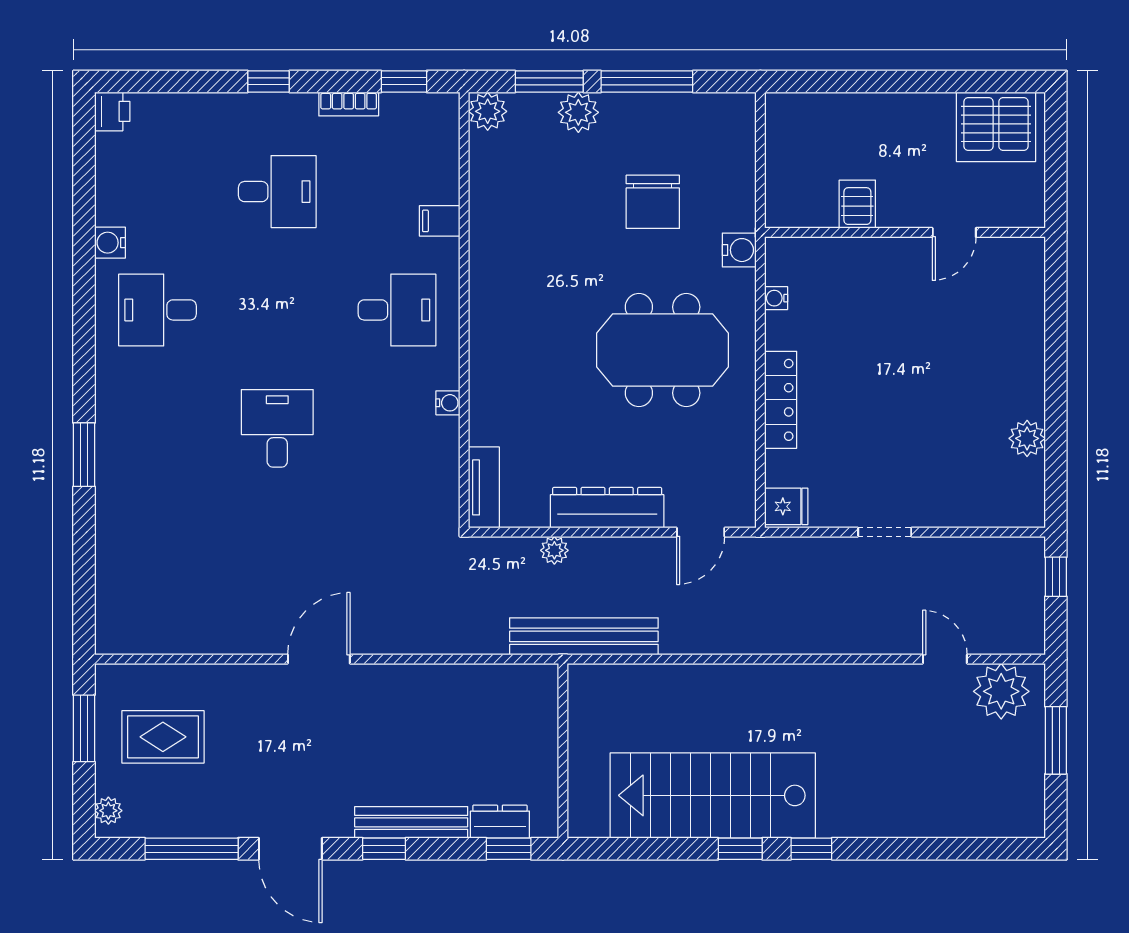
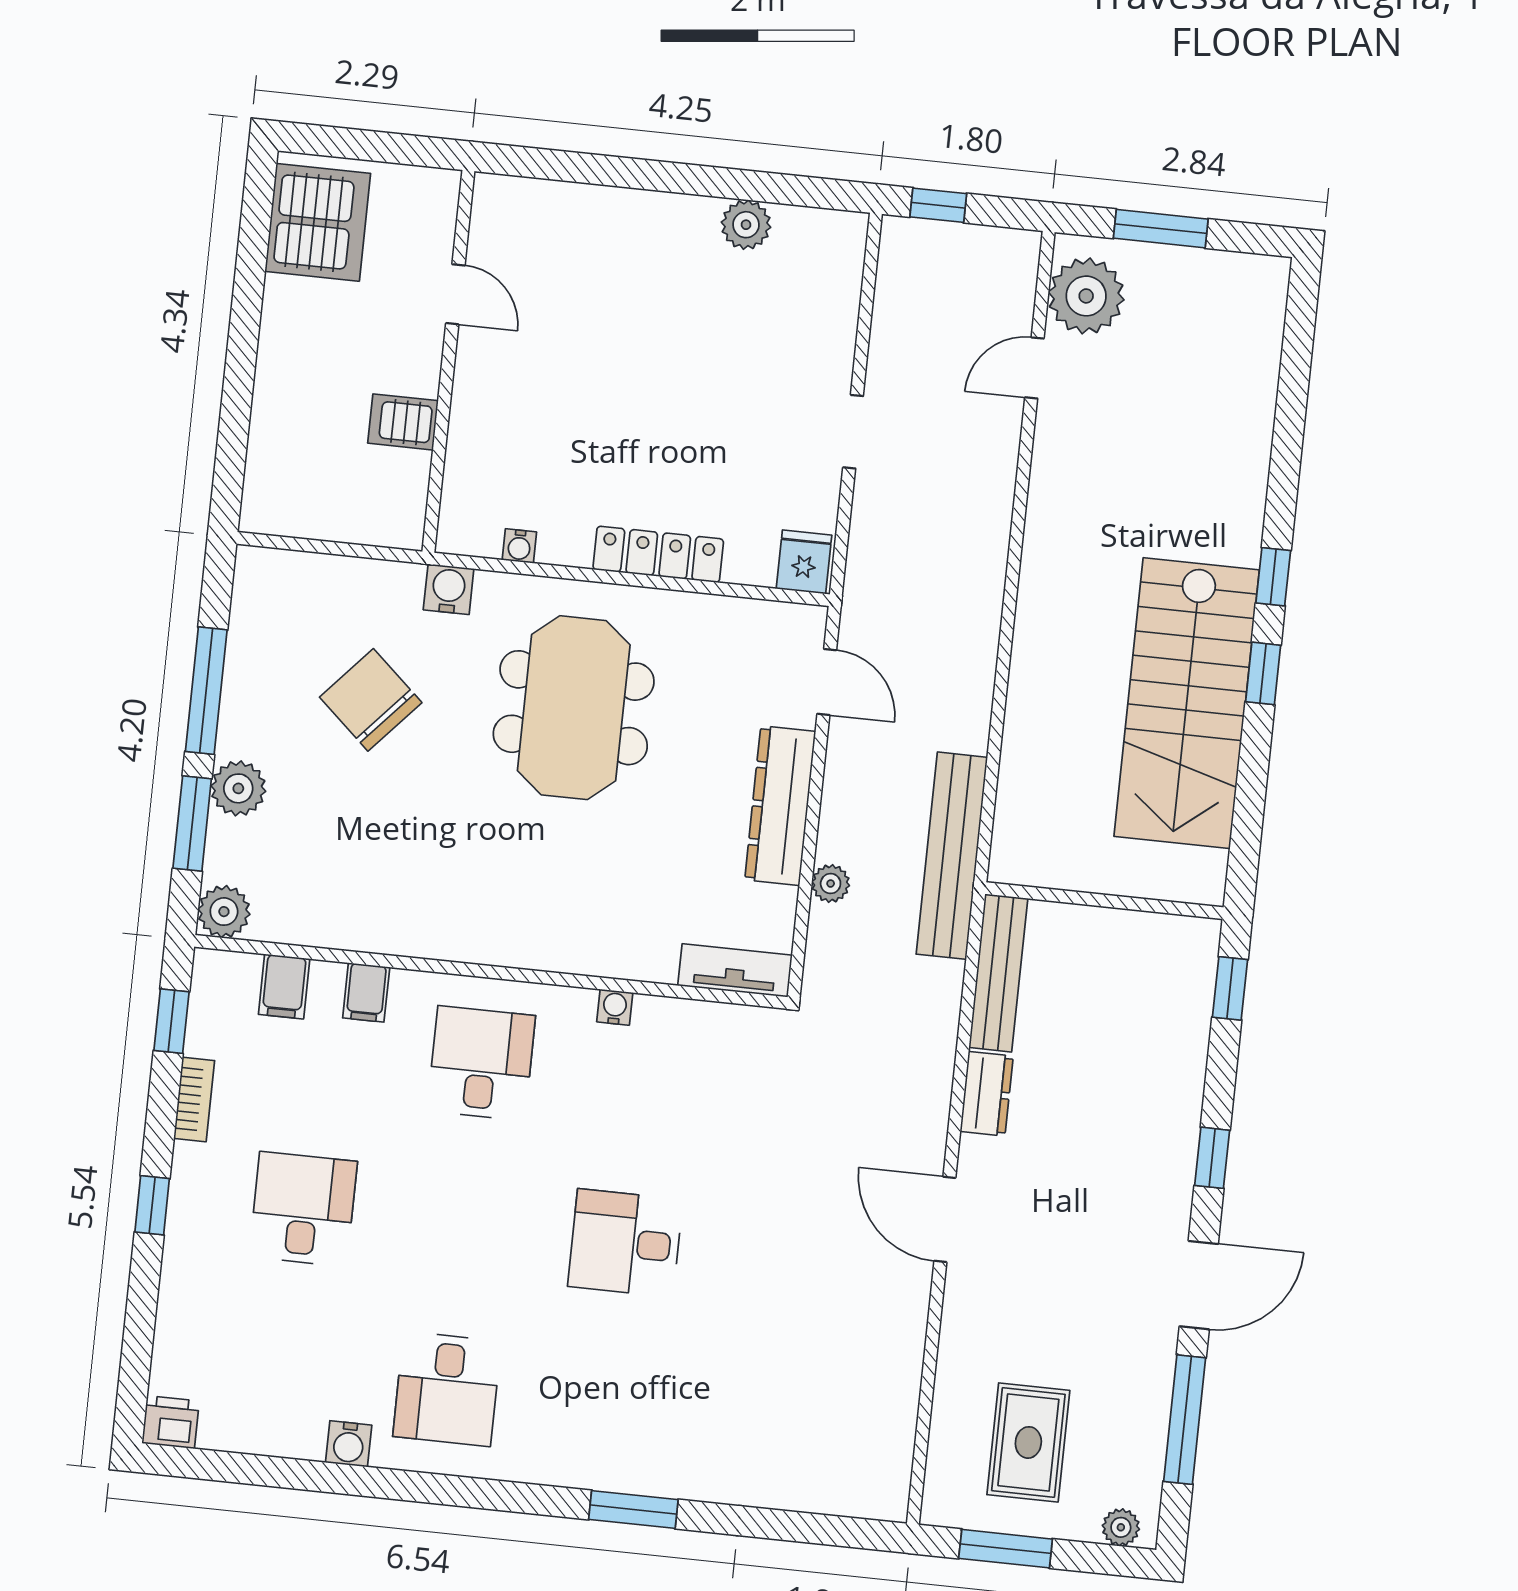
filing cabinet: (438, 161) -> (284, 986), added
chair: (653, 202) -> (371, 700), turned -138
bench: (411, 822) -> (998, 973), moved
dresser: (500, 822) -> (987, 1094), moved, turned 180

